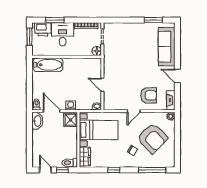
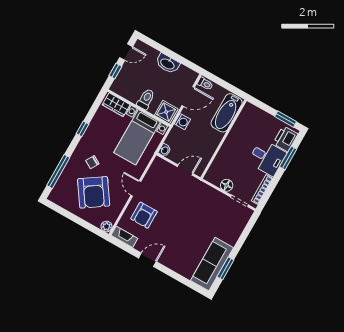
sofa: (167, 47) -> (212, 264), moved, turned -90
wall: (67, 57) -> (224, 139), moved
bathtub: (48, 65) -> (227, 113), moved
washbasin: (37, 121) -> (168, 64), moved
armchair: (152, 138) -> (94, 192), turned -80
toilet: (70, 163) -> (146, 99), moved

